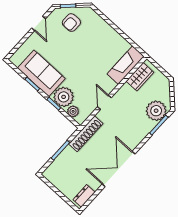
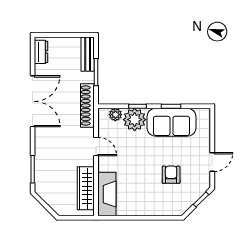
door: (39, 23) -> (212, 162), swing flipped
armchair: (71, 23) -> (171, 175), moved
wardrobe: (140, 77) -> (86, 188), width x1.50
plant: (156, 111) -> (46, 179), removed
bench: (55, 167) -> (88, 54), added

